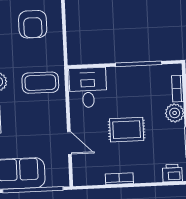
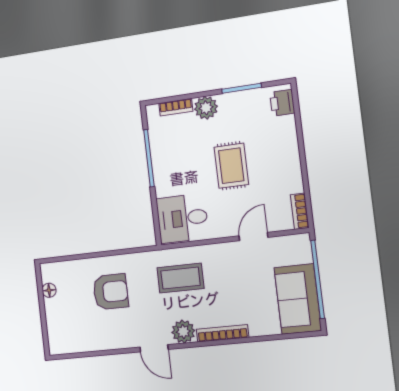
coffee table: (40, 83) -> (180, 278), turned 90
bookcase: (119, 179) -> (300, 211), moved

